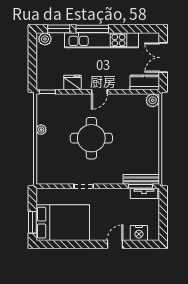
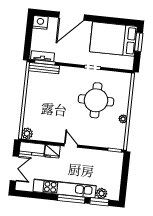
plant: (45, 39) -> (102, 193), moved
fridge: (72, 82) -> (52, 151), moved
door: (99, 92) -> (71, 145), hinge flipped
round table: (91, 138) -> (96, 100), moved
nightstand: (139, 233) -> (40, 22), moved
door: (115, 244) -> (71, 16), width x1.87

